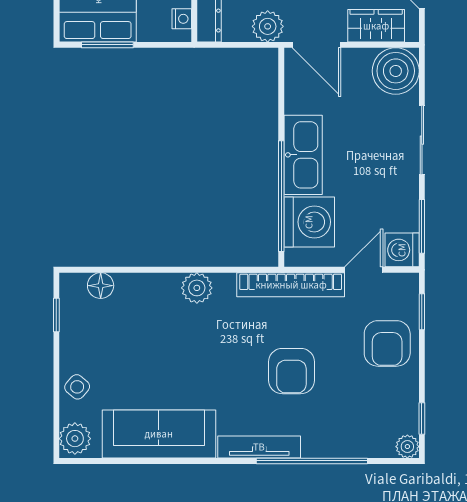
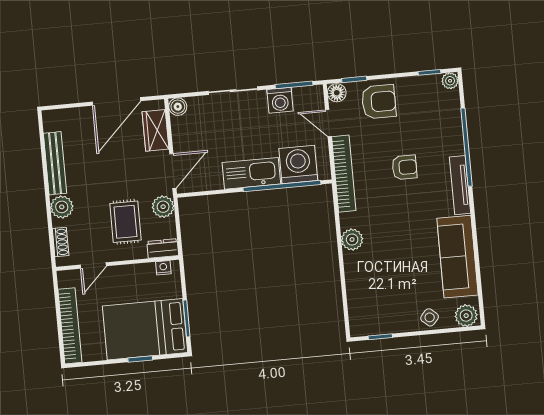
boiler: (396, 71) -> (178, 107), width x0.54, depth x0.54
washing machine: (402, 250) -> (280, 100), moved
floor lamp: (101, 286) -> (337, 93), moved
armchair: (291, 371) -> (404, 167), width x0.72, depth x0.72

